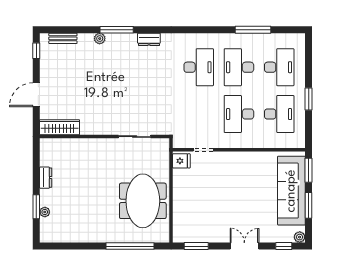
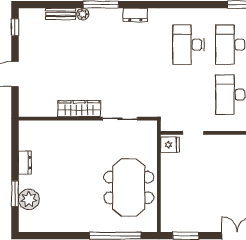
bench: (63, 38) -> (61, 14), moved
desk: (199, 67) -> (188, 45), turned 180
wardrobe: (60, 127) -> (79, 109), moved
plant: (45, 212) -> (29, 199), width x1.88, depth x1.88

